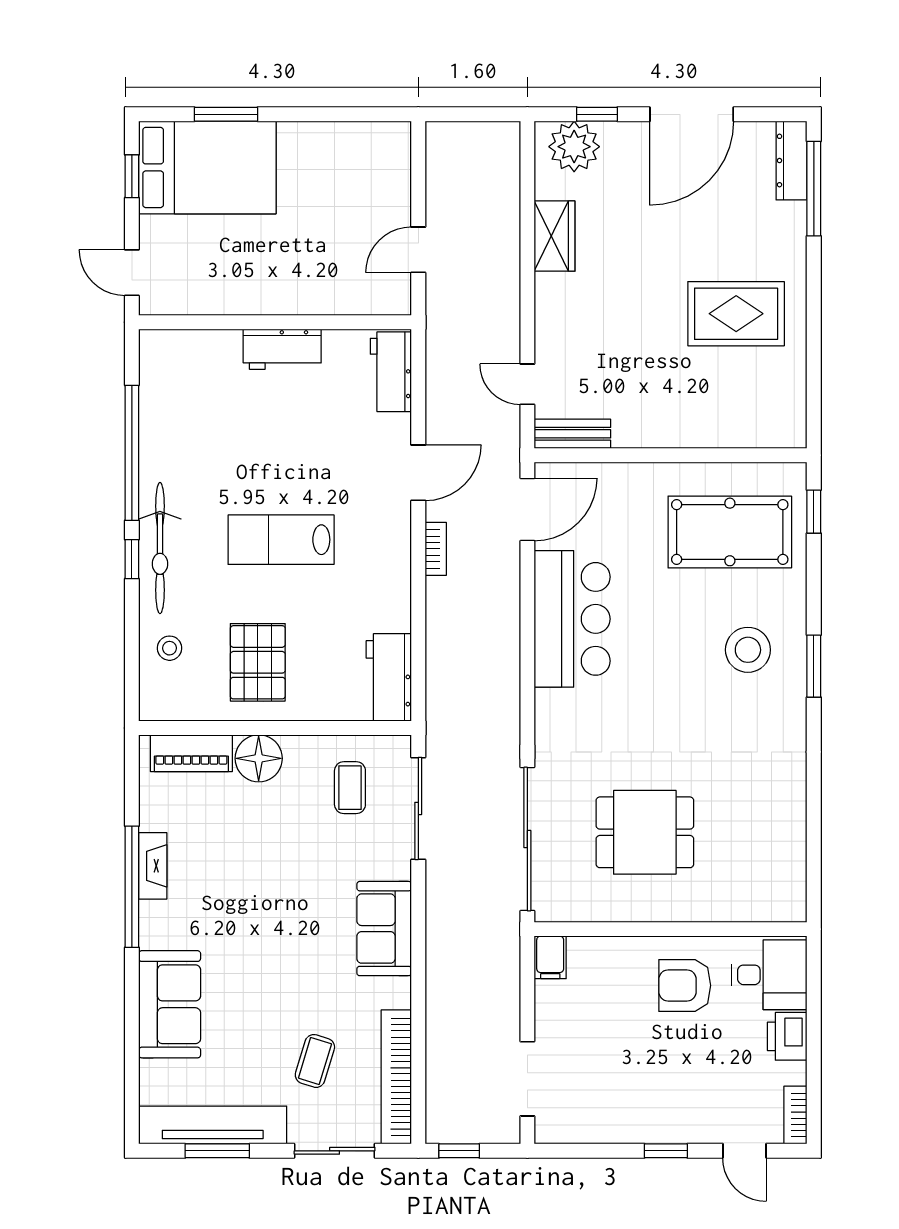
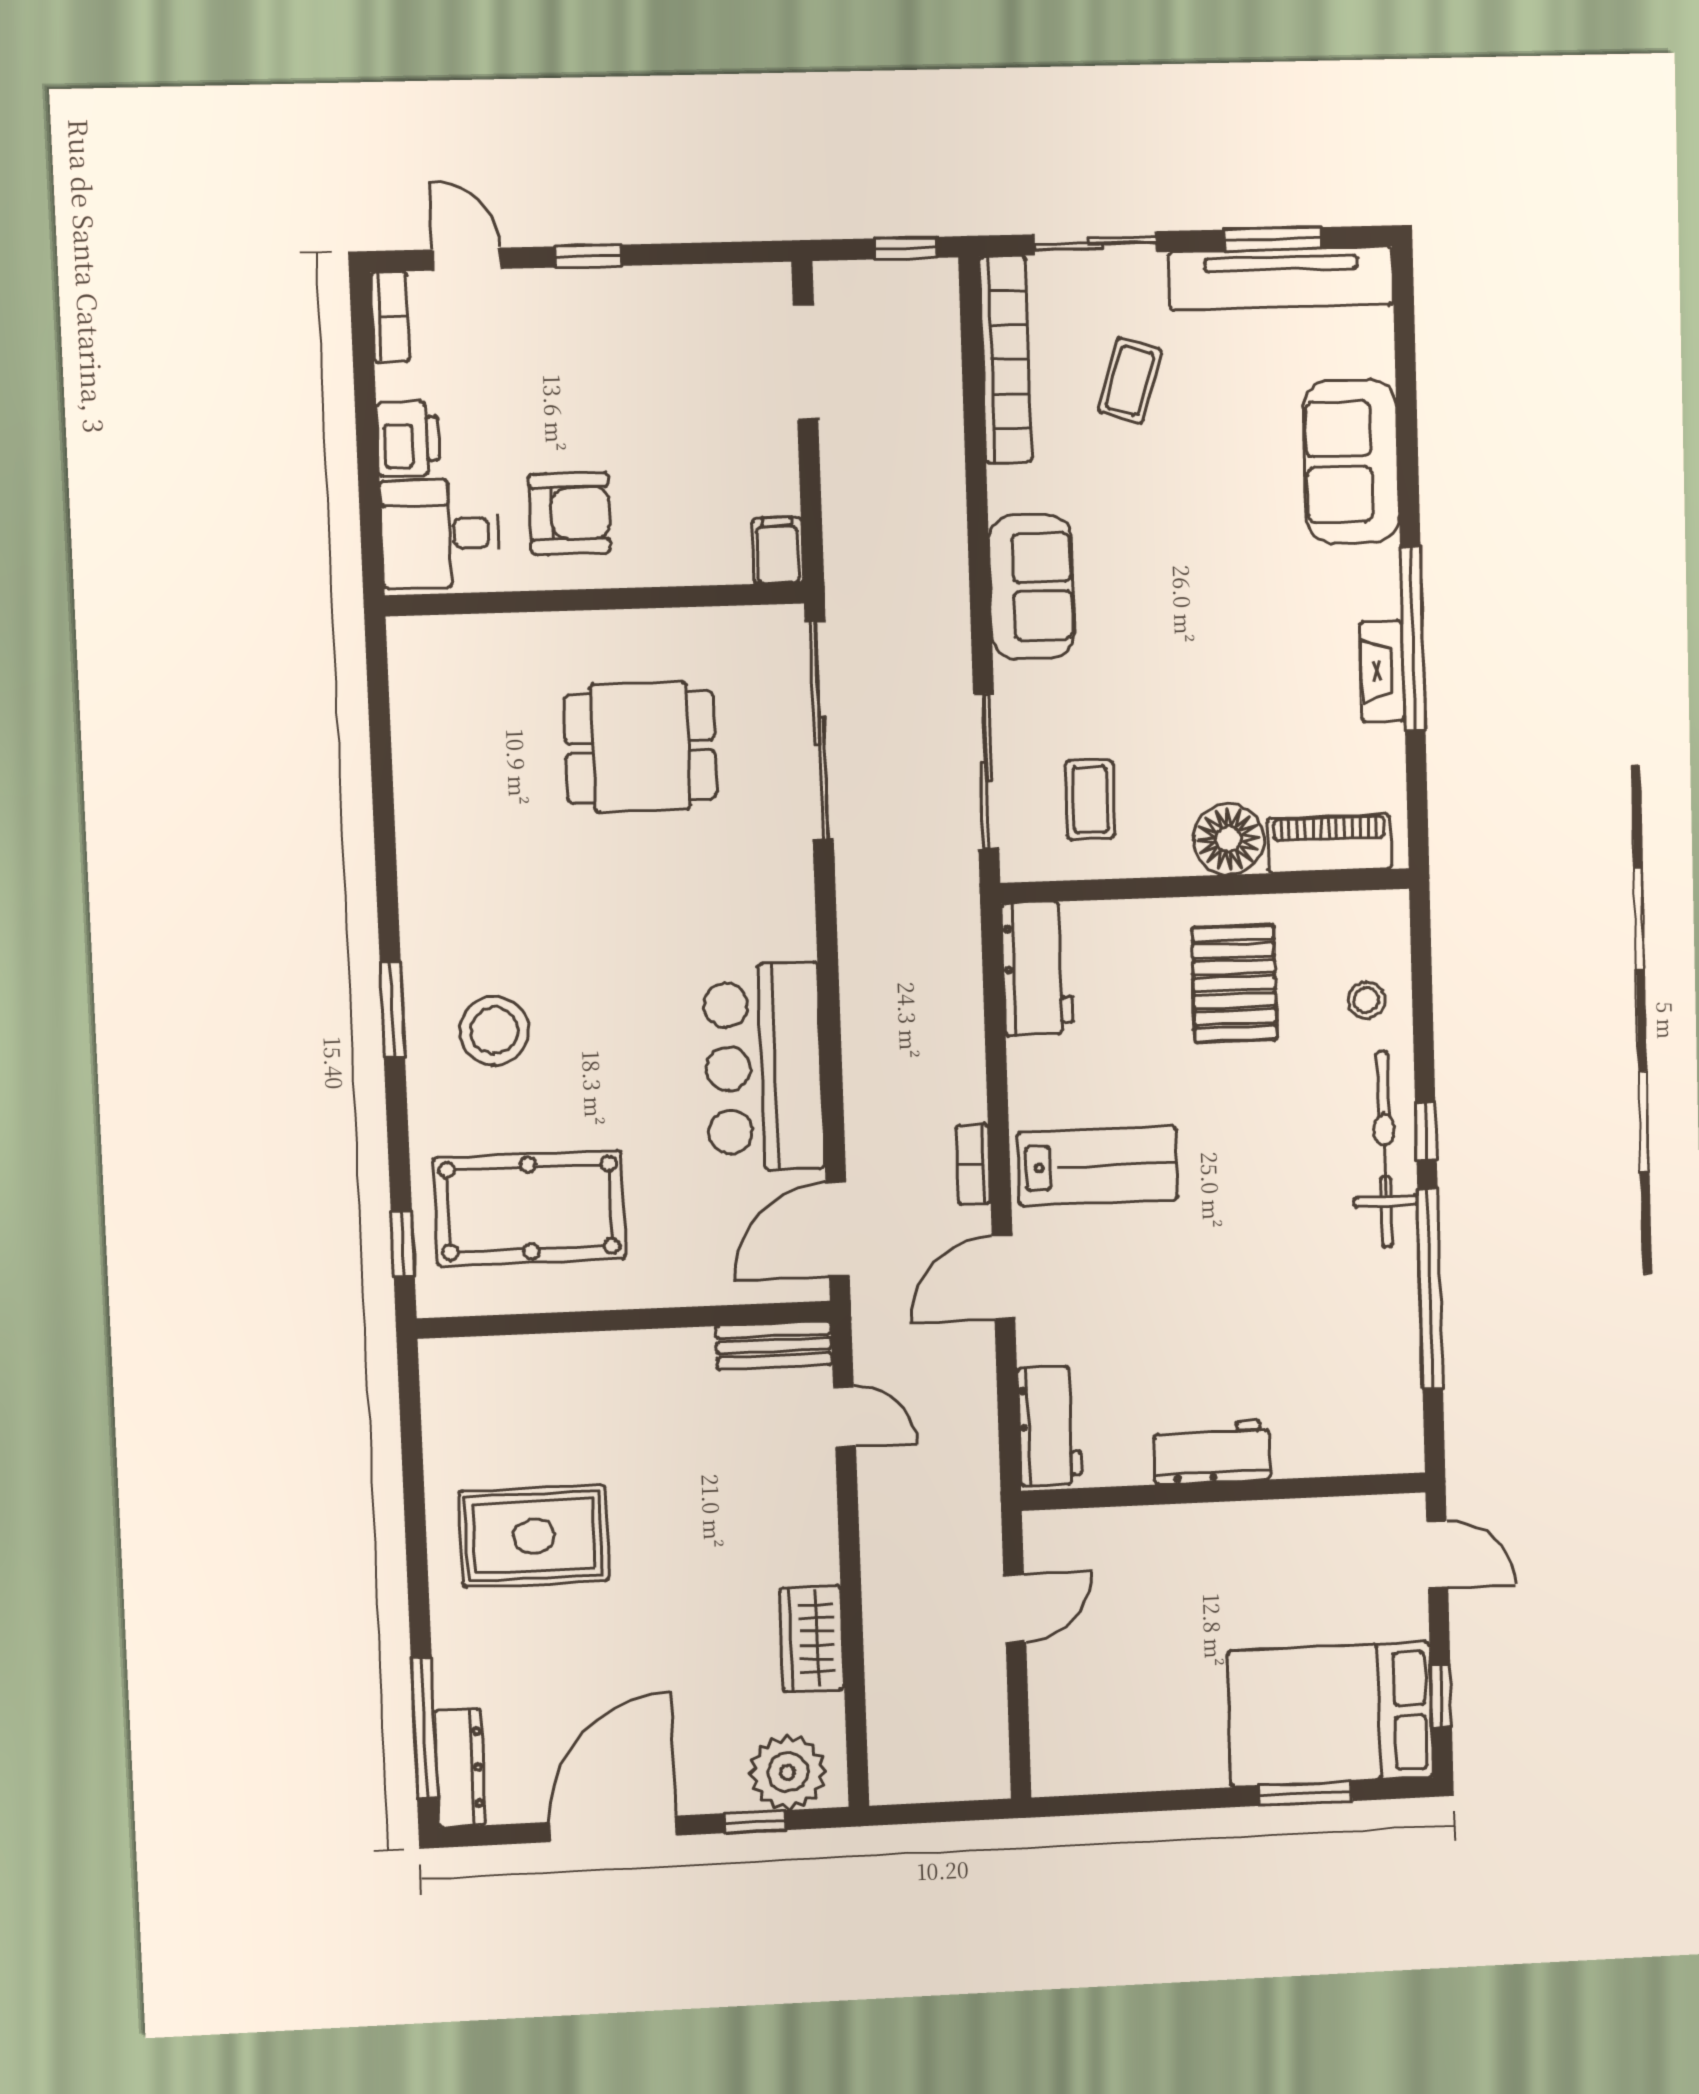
lab bench: (281, 540) -> (1098, 1166), moved

